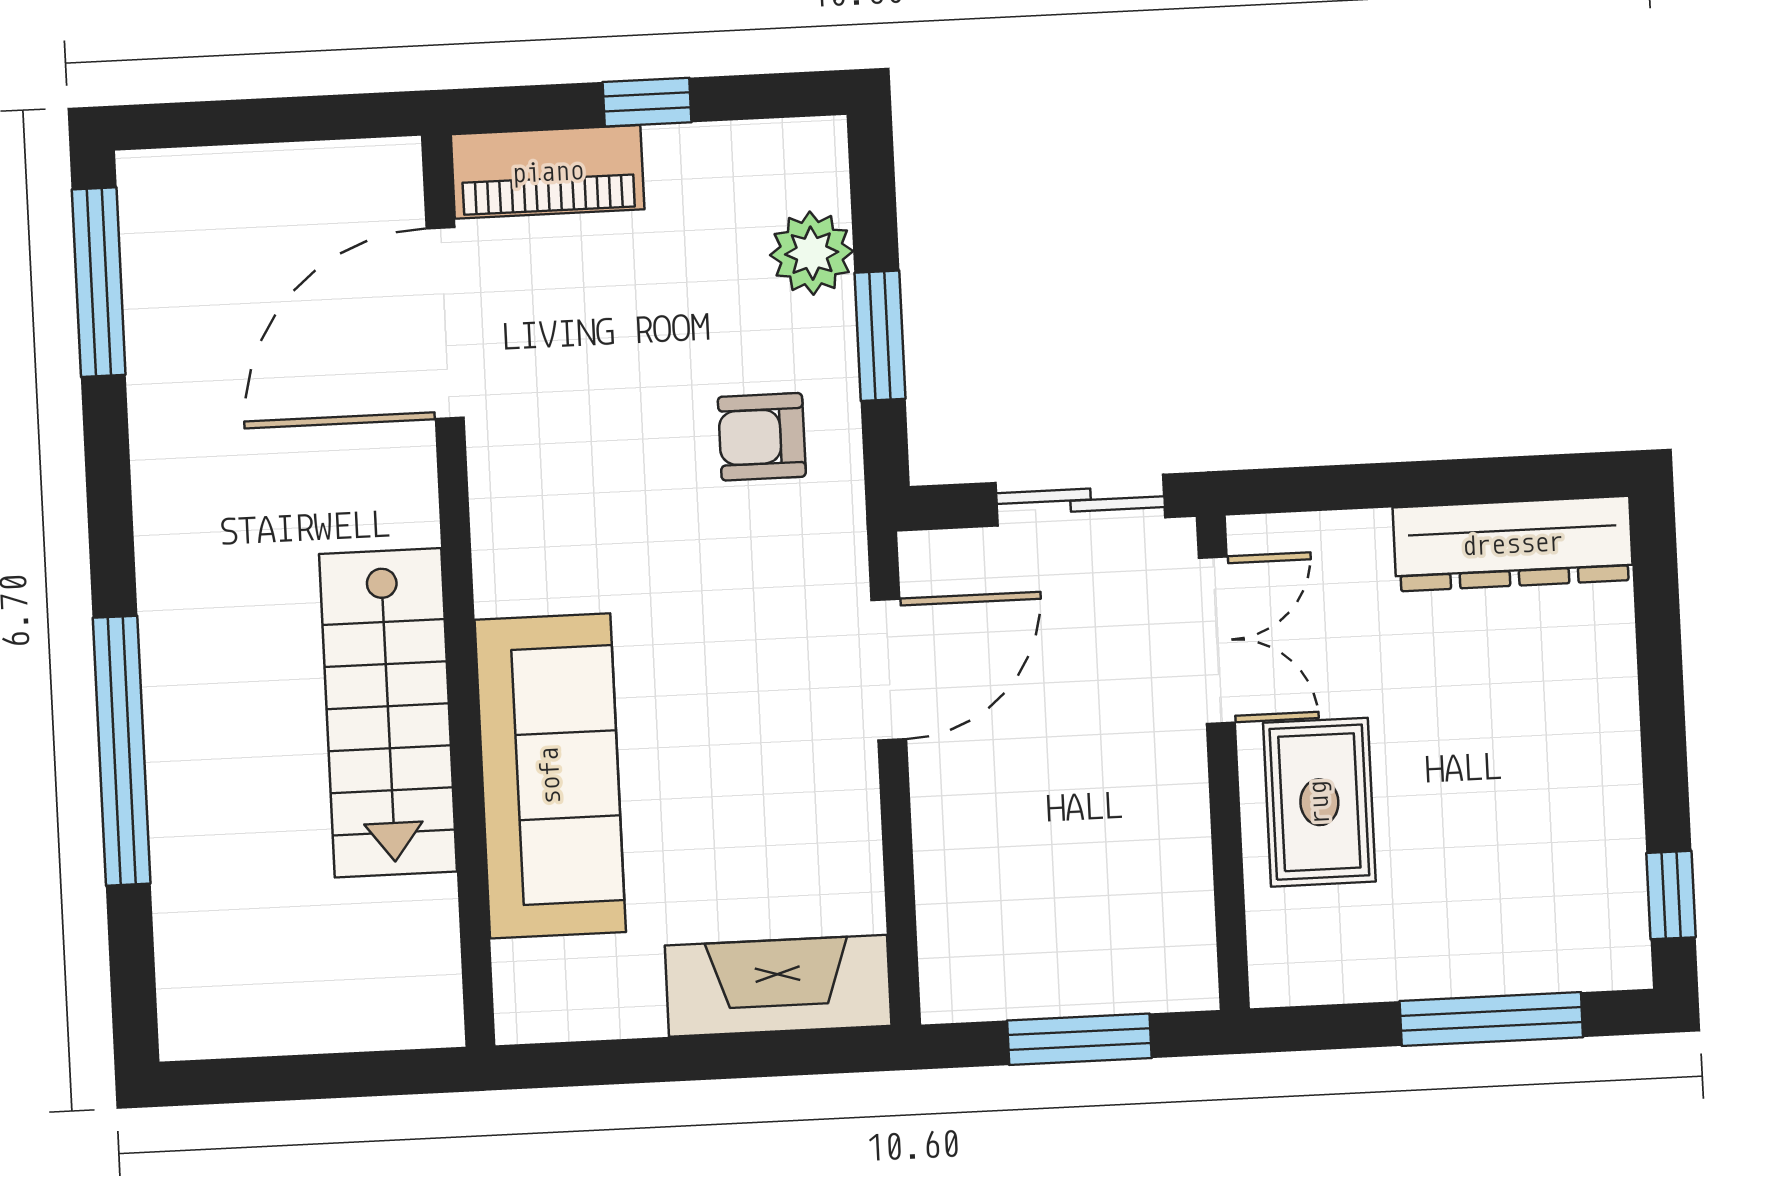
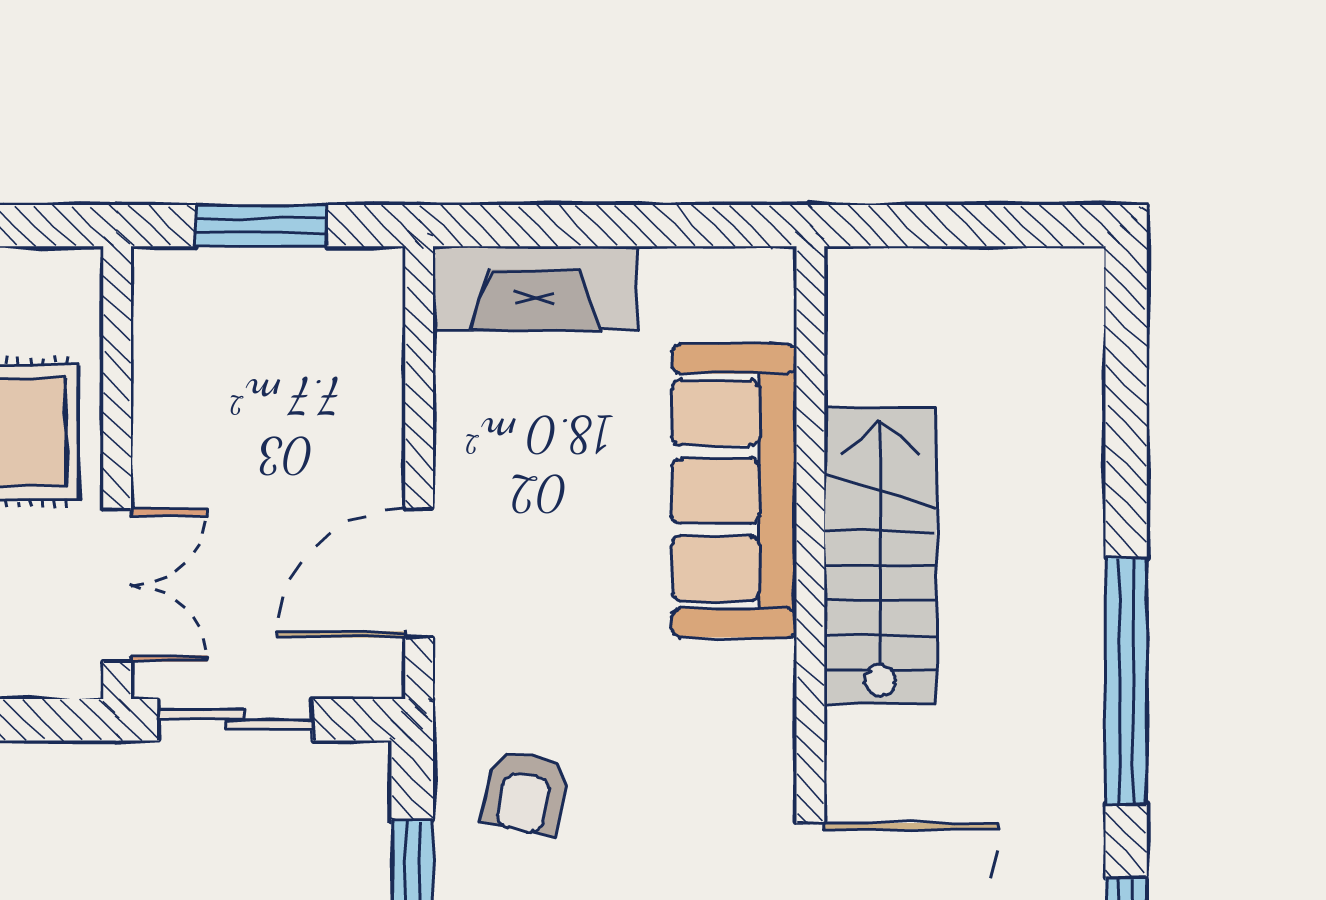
armchair: (762, 437) -> (525, 792), turned 101
double door: (1217, 640) -> (117, 585), swing flipped
window: (122, 751) -> (1126, 681), moved

